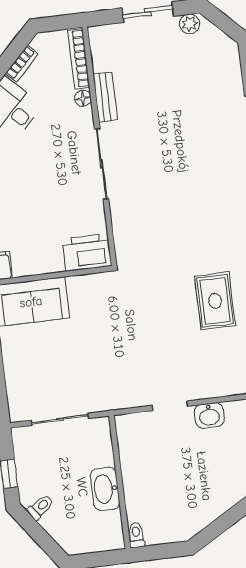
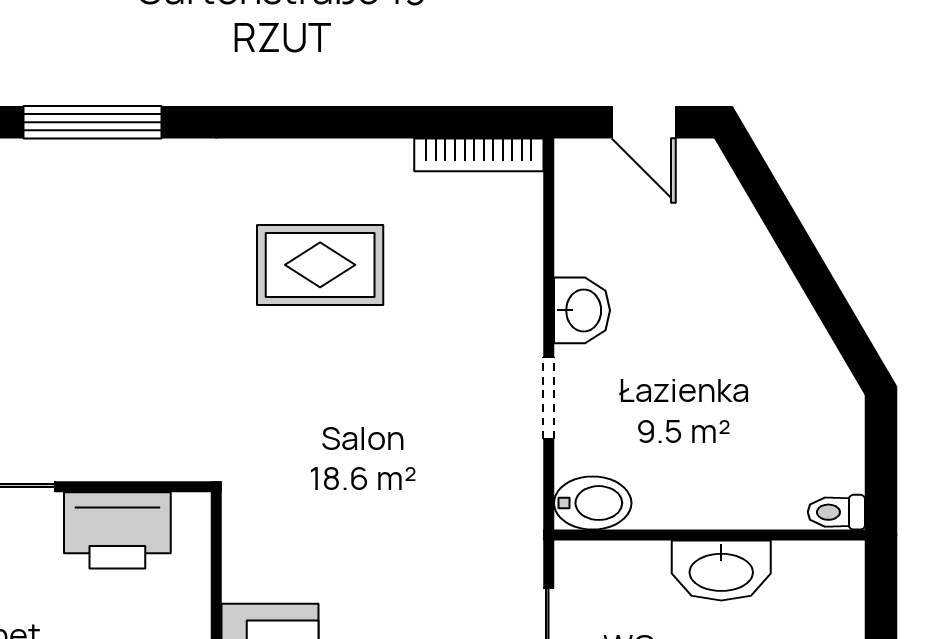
printer: (87, 252) -> (117, 530), moved, turned -90
bidet: (127, 430) -> (593, 503), added

